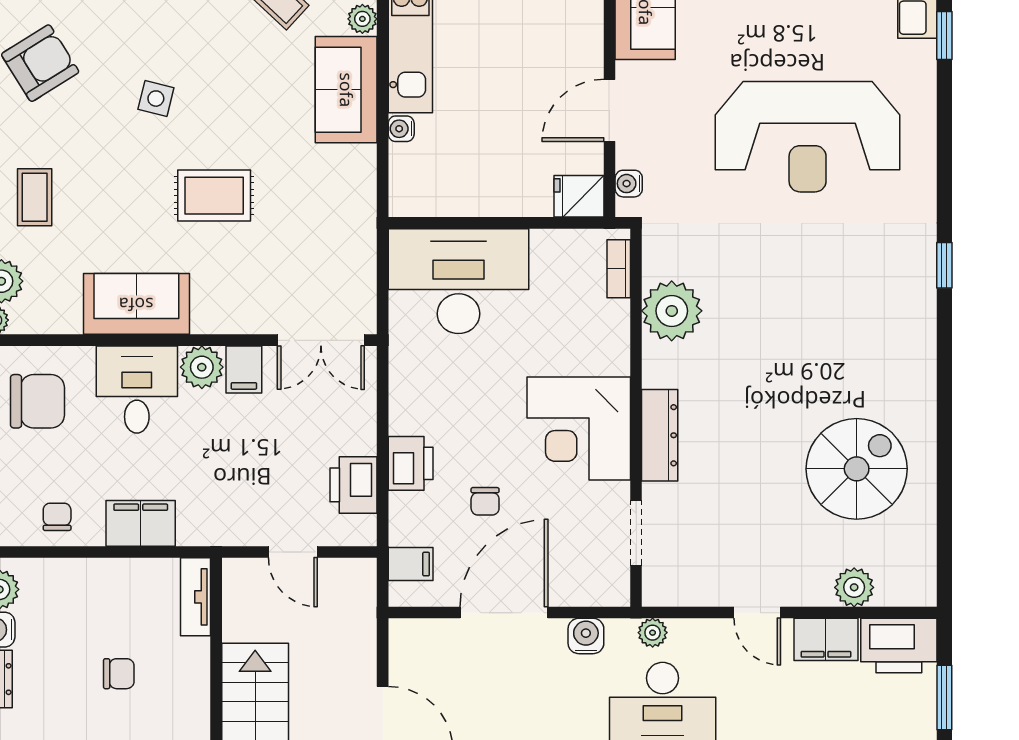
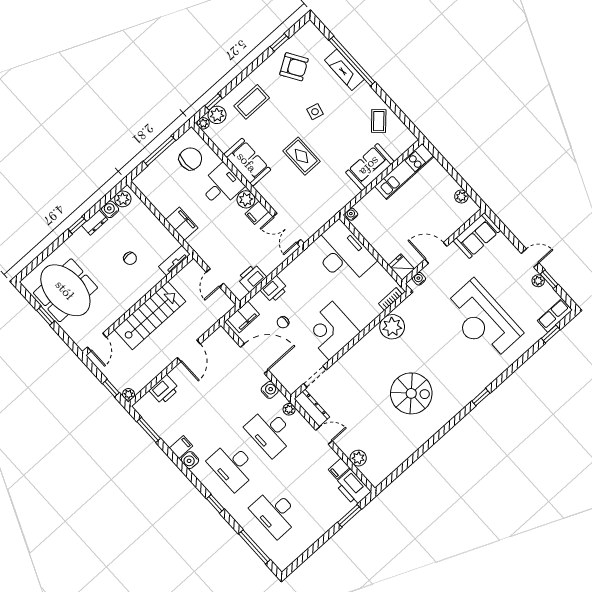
plant: (362, 19) -> (396, 153), removed
water cooler: (401, 129) -> (351, 214), moved
coffee table: (35, 197) -> (252, 102), width x1.36, depth x1.30
chair: (37, 401) -> (190, 159), turned -90
dresser: (660, 435) -> (312, 408), moved, turned -90
spiral stairs: (857, 469) -> (411, 393), moved
chair: (57, 517) -> (161, 197), removed
filing cabinet: (411, 564) -> (243, 317), width x2.00
door: (757, 613) -> (324, 436), swing flipped
filing cabinet: (826, 639) -> (339, 469), width x0.50

